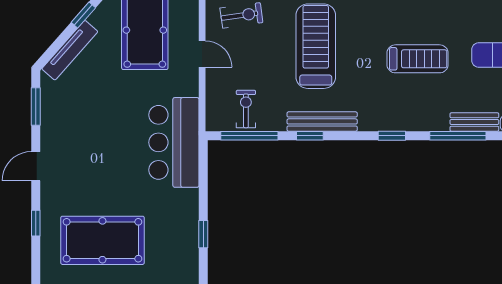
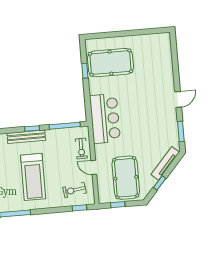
exercise bike: (246, 109) -> (81, 148), moved
window: (36, 223) -> (176, 69), removed
pool table: (102, 240) -> (111, 63), moved

